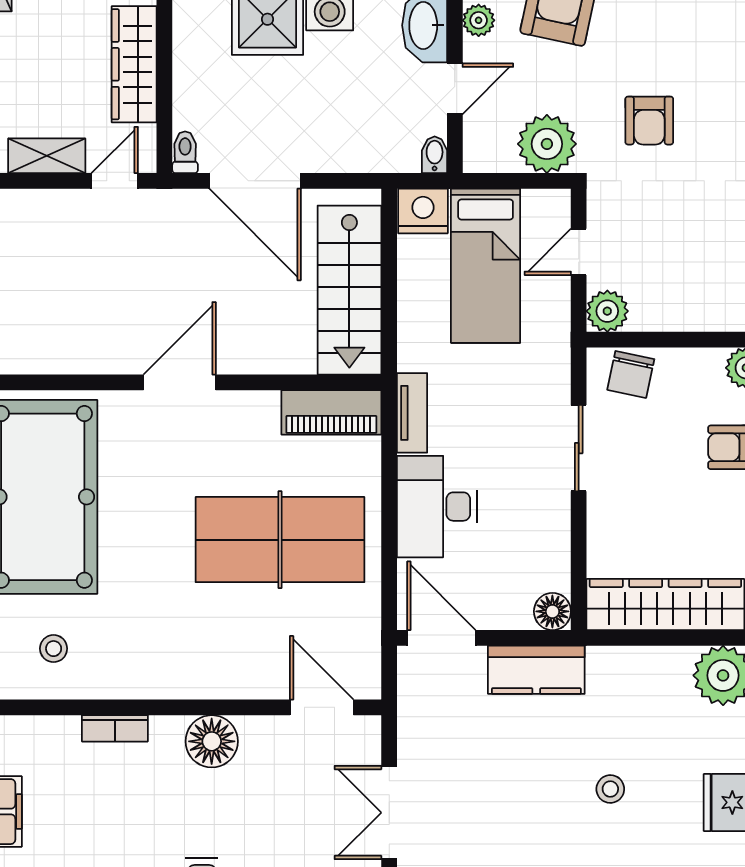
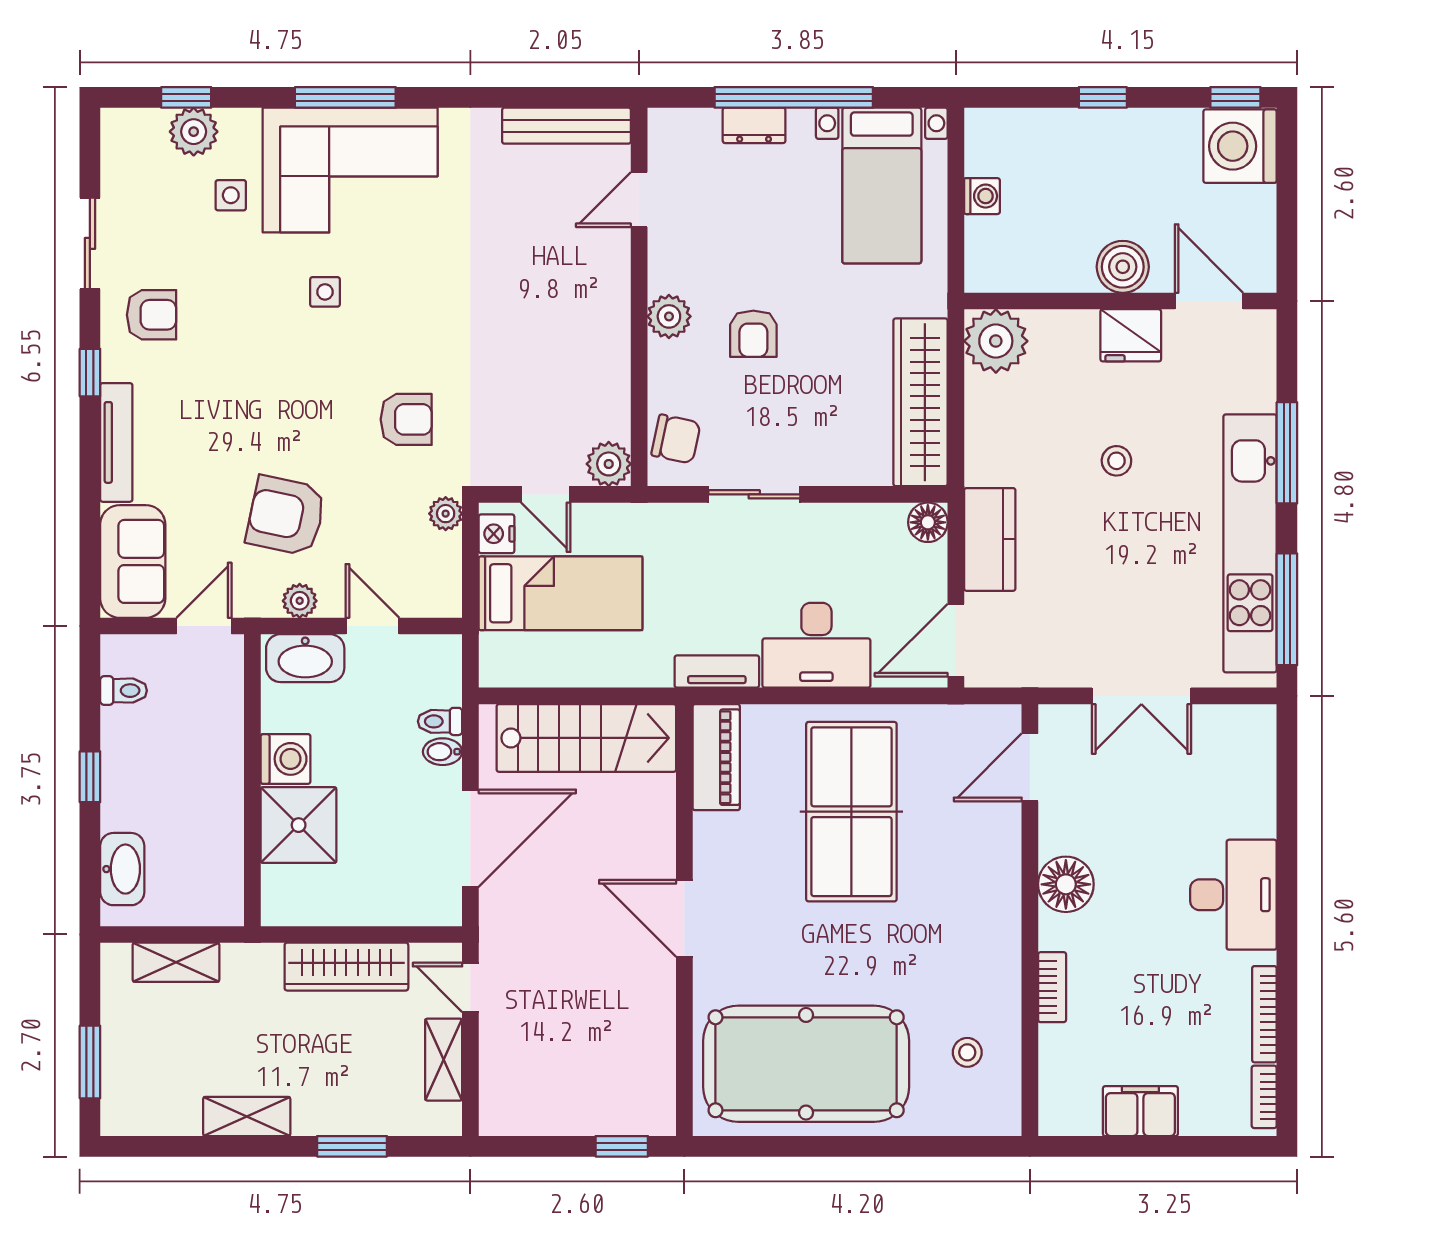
plant: (547, 144) -> (446, 514), width x0.53, depth x0.53
toilet: (185, 152) -> (440, 721), moved
bidet: (435, 155) -> (443, 752), moved
nightstand: (423, 211) -> (497, 534), moved, width x0.74, depth x0.75

